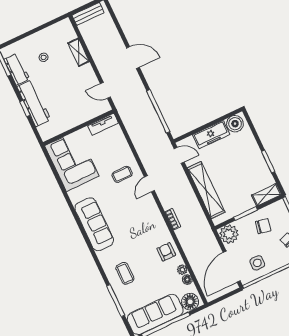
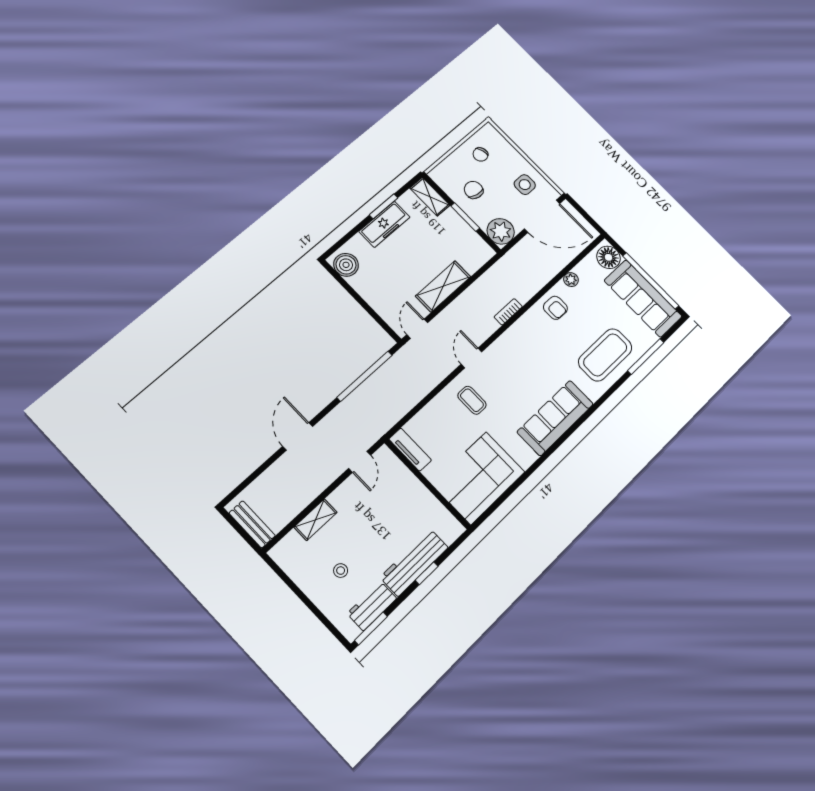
freezer: (211, 135) -> (384, 224), moved, turned 90
door: (149, 184) -> (471, 358), swing flipped
shelving: (206, 190) -> (443, 286), width x0.68
armchair: (166, 252) -> (555, 308), turned -90
coffee table: (125, 273) -> (605, 355), width x1.86, depth x1.72
floor lamp: (187, 280) -> (581, 269), removed

